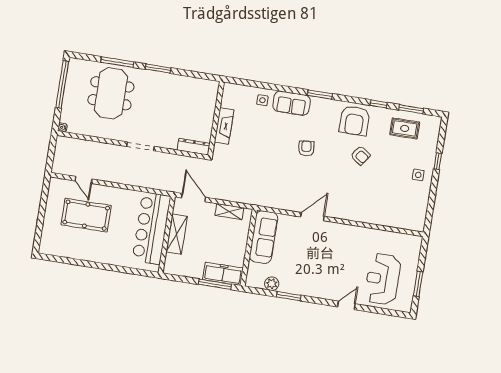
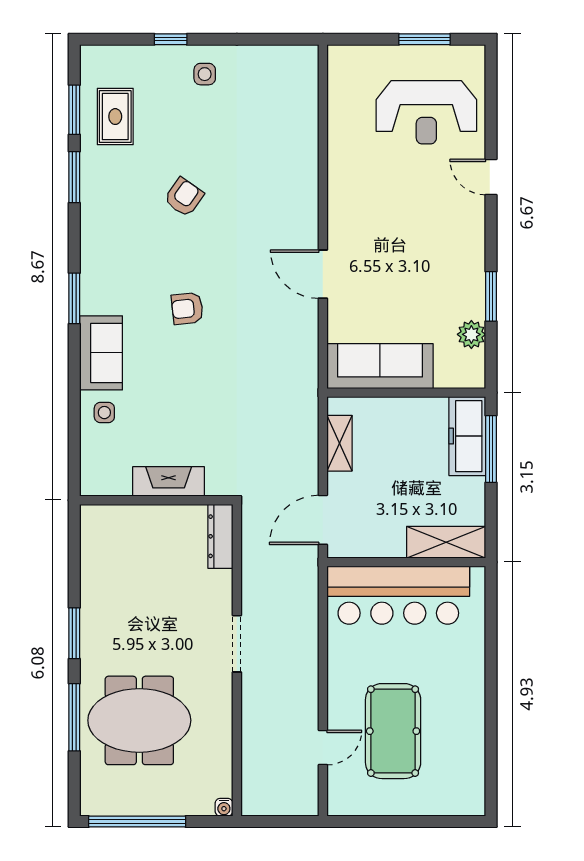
window: (379, 104) -> (74, 177), width x1.50
armchair: (355, 121) -> (116, 220), removed
shelving: (177, 234) -> (446, 542), moved

